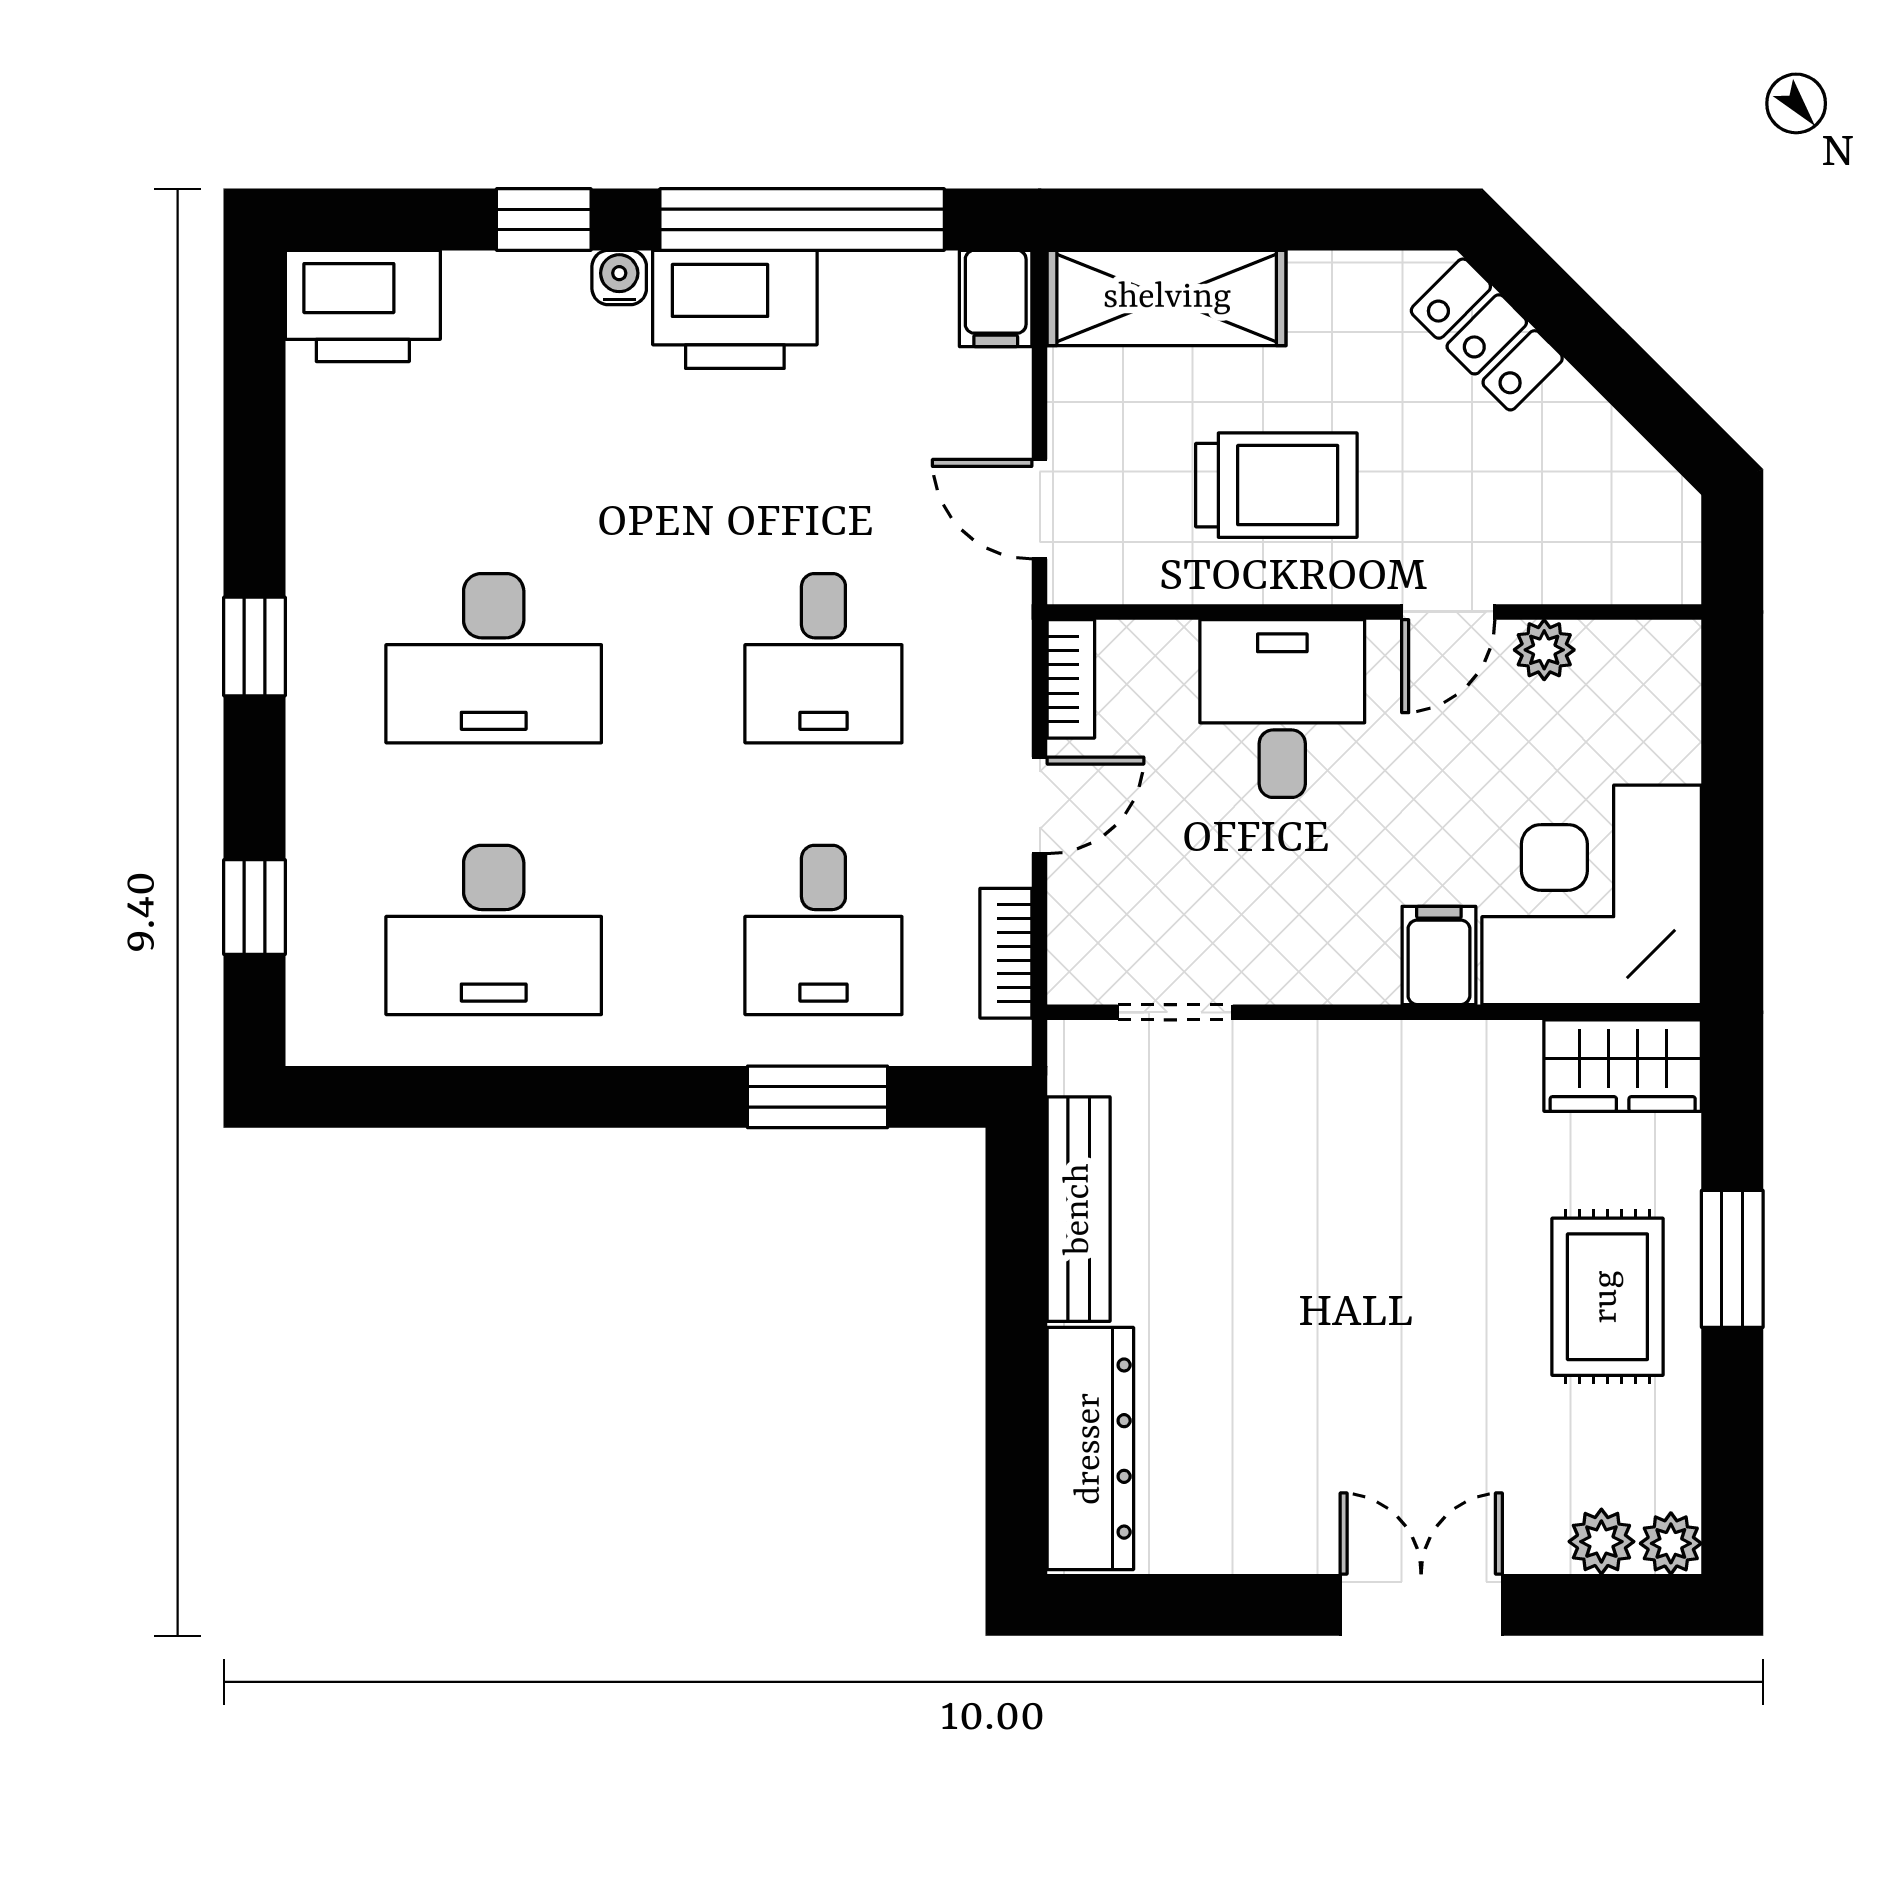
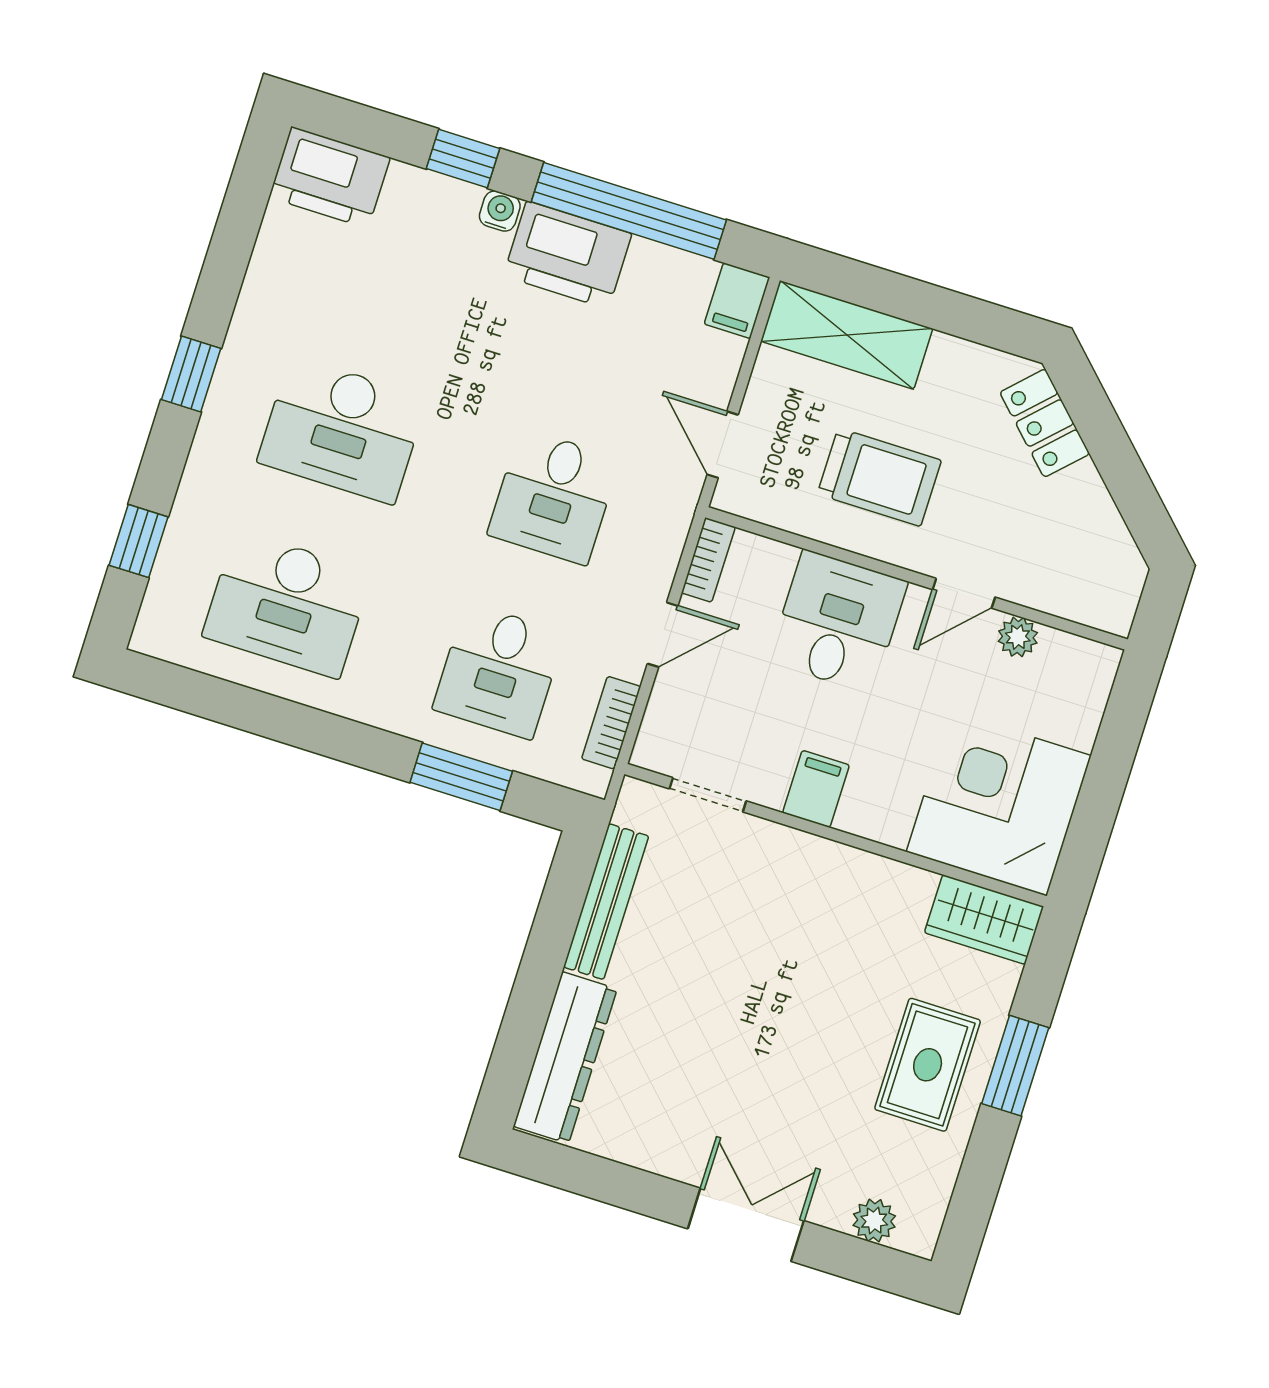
filing cabinet: (1439, 955) -> (816, 789), moved
plant: (1671, 1543) -> (918, 1236), removed

